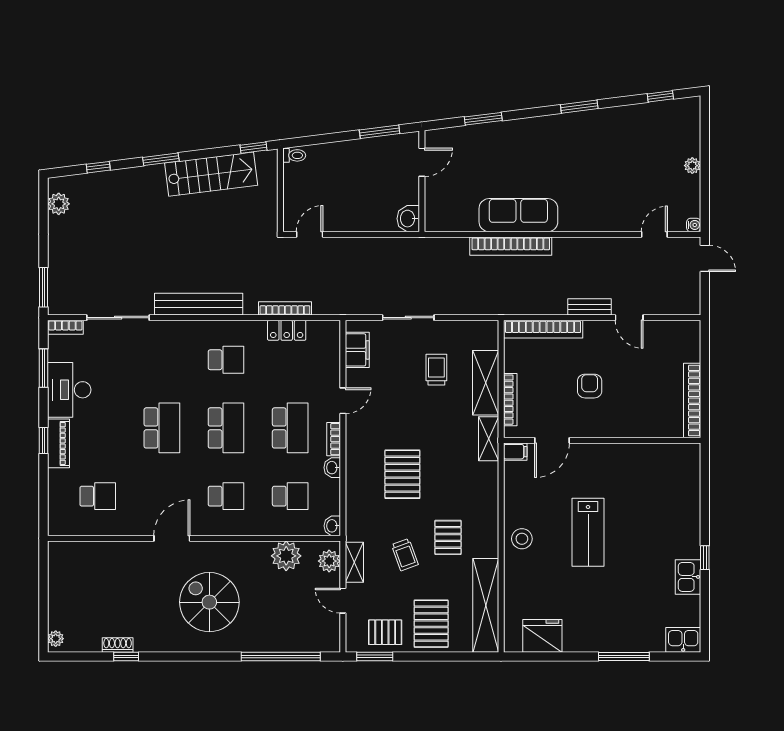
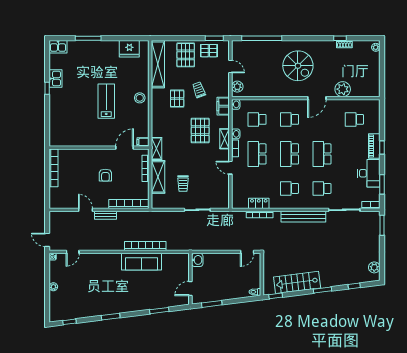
filing cabinet: (357, 350) -> (223, 106), moved
school desk: (162, 360) -> (322, 188), added
door: (343, 401) -> (230, 168), hinge flipped
plant: (286, 556) -> (343, 89), moved
shelving: (354, 562) -> (224, 139), moved

